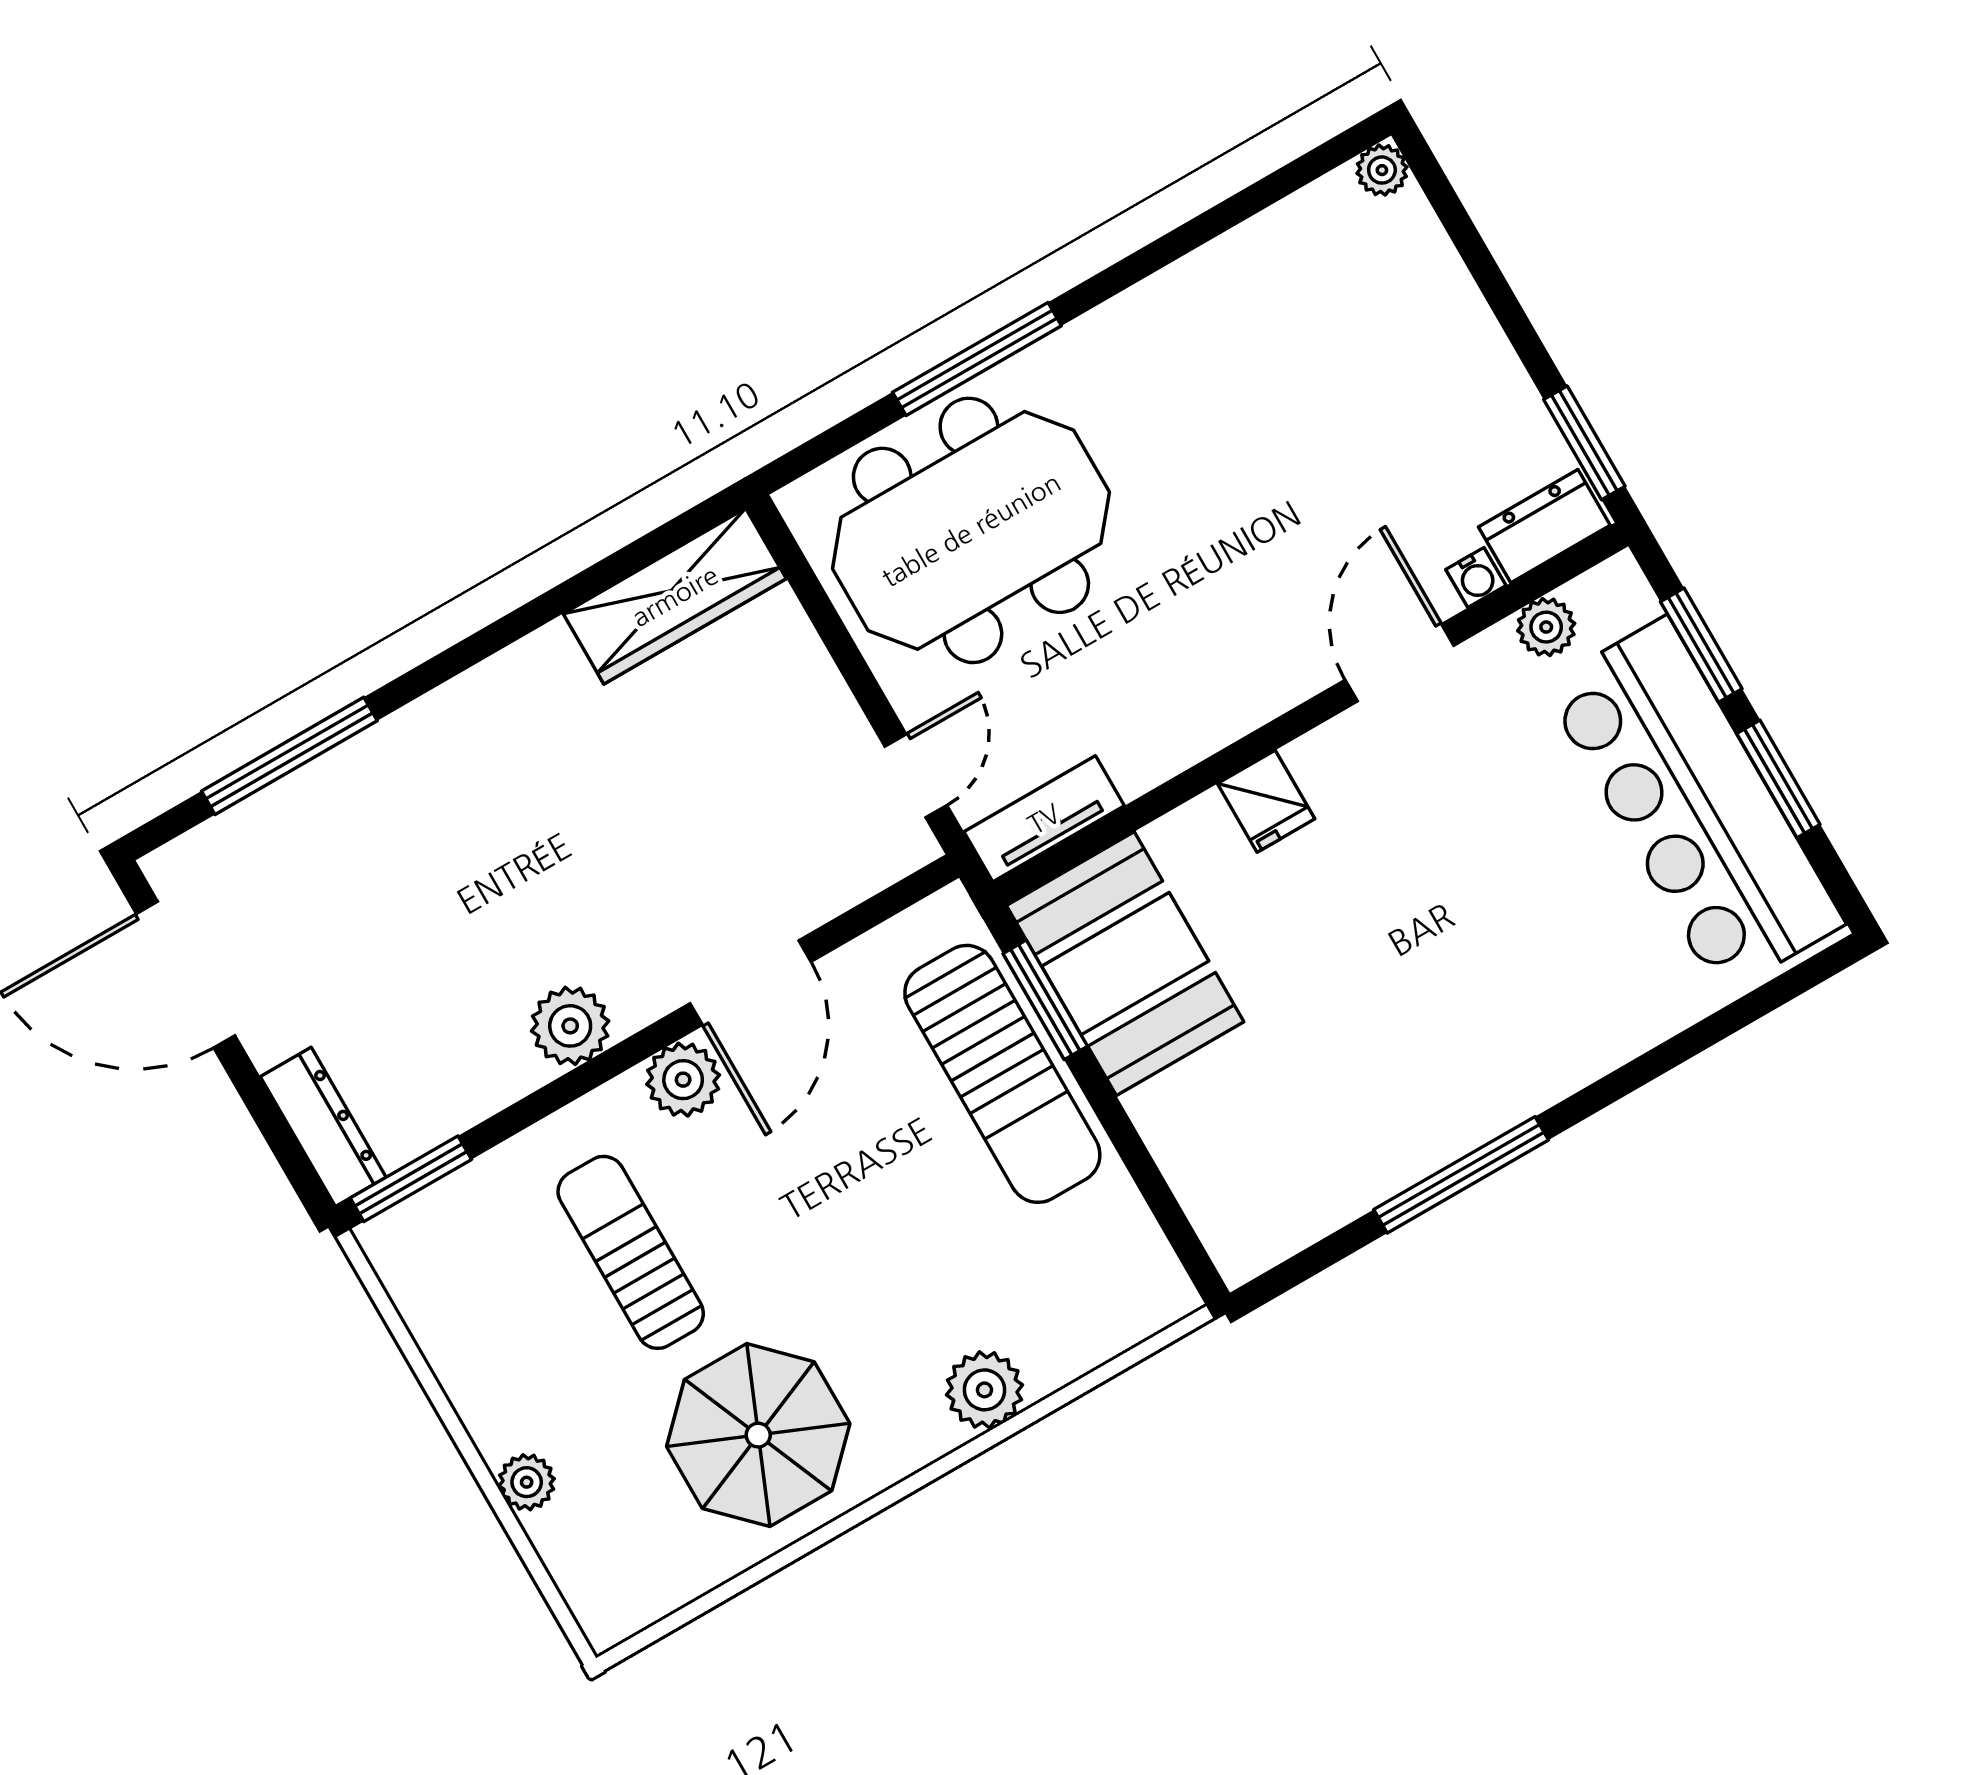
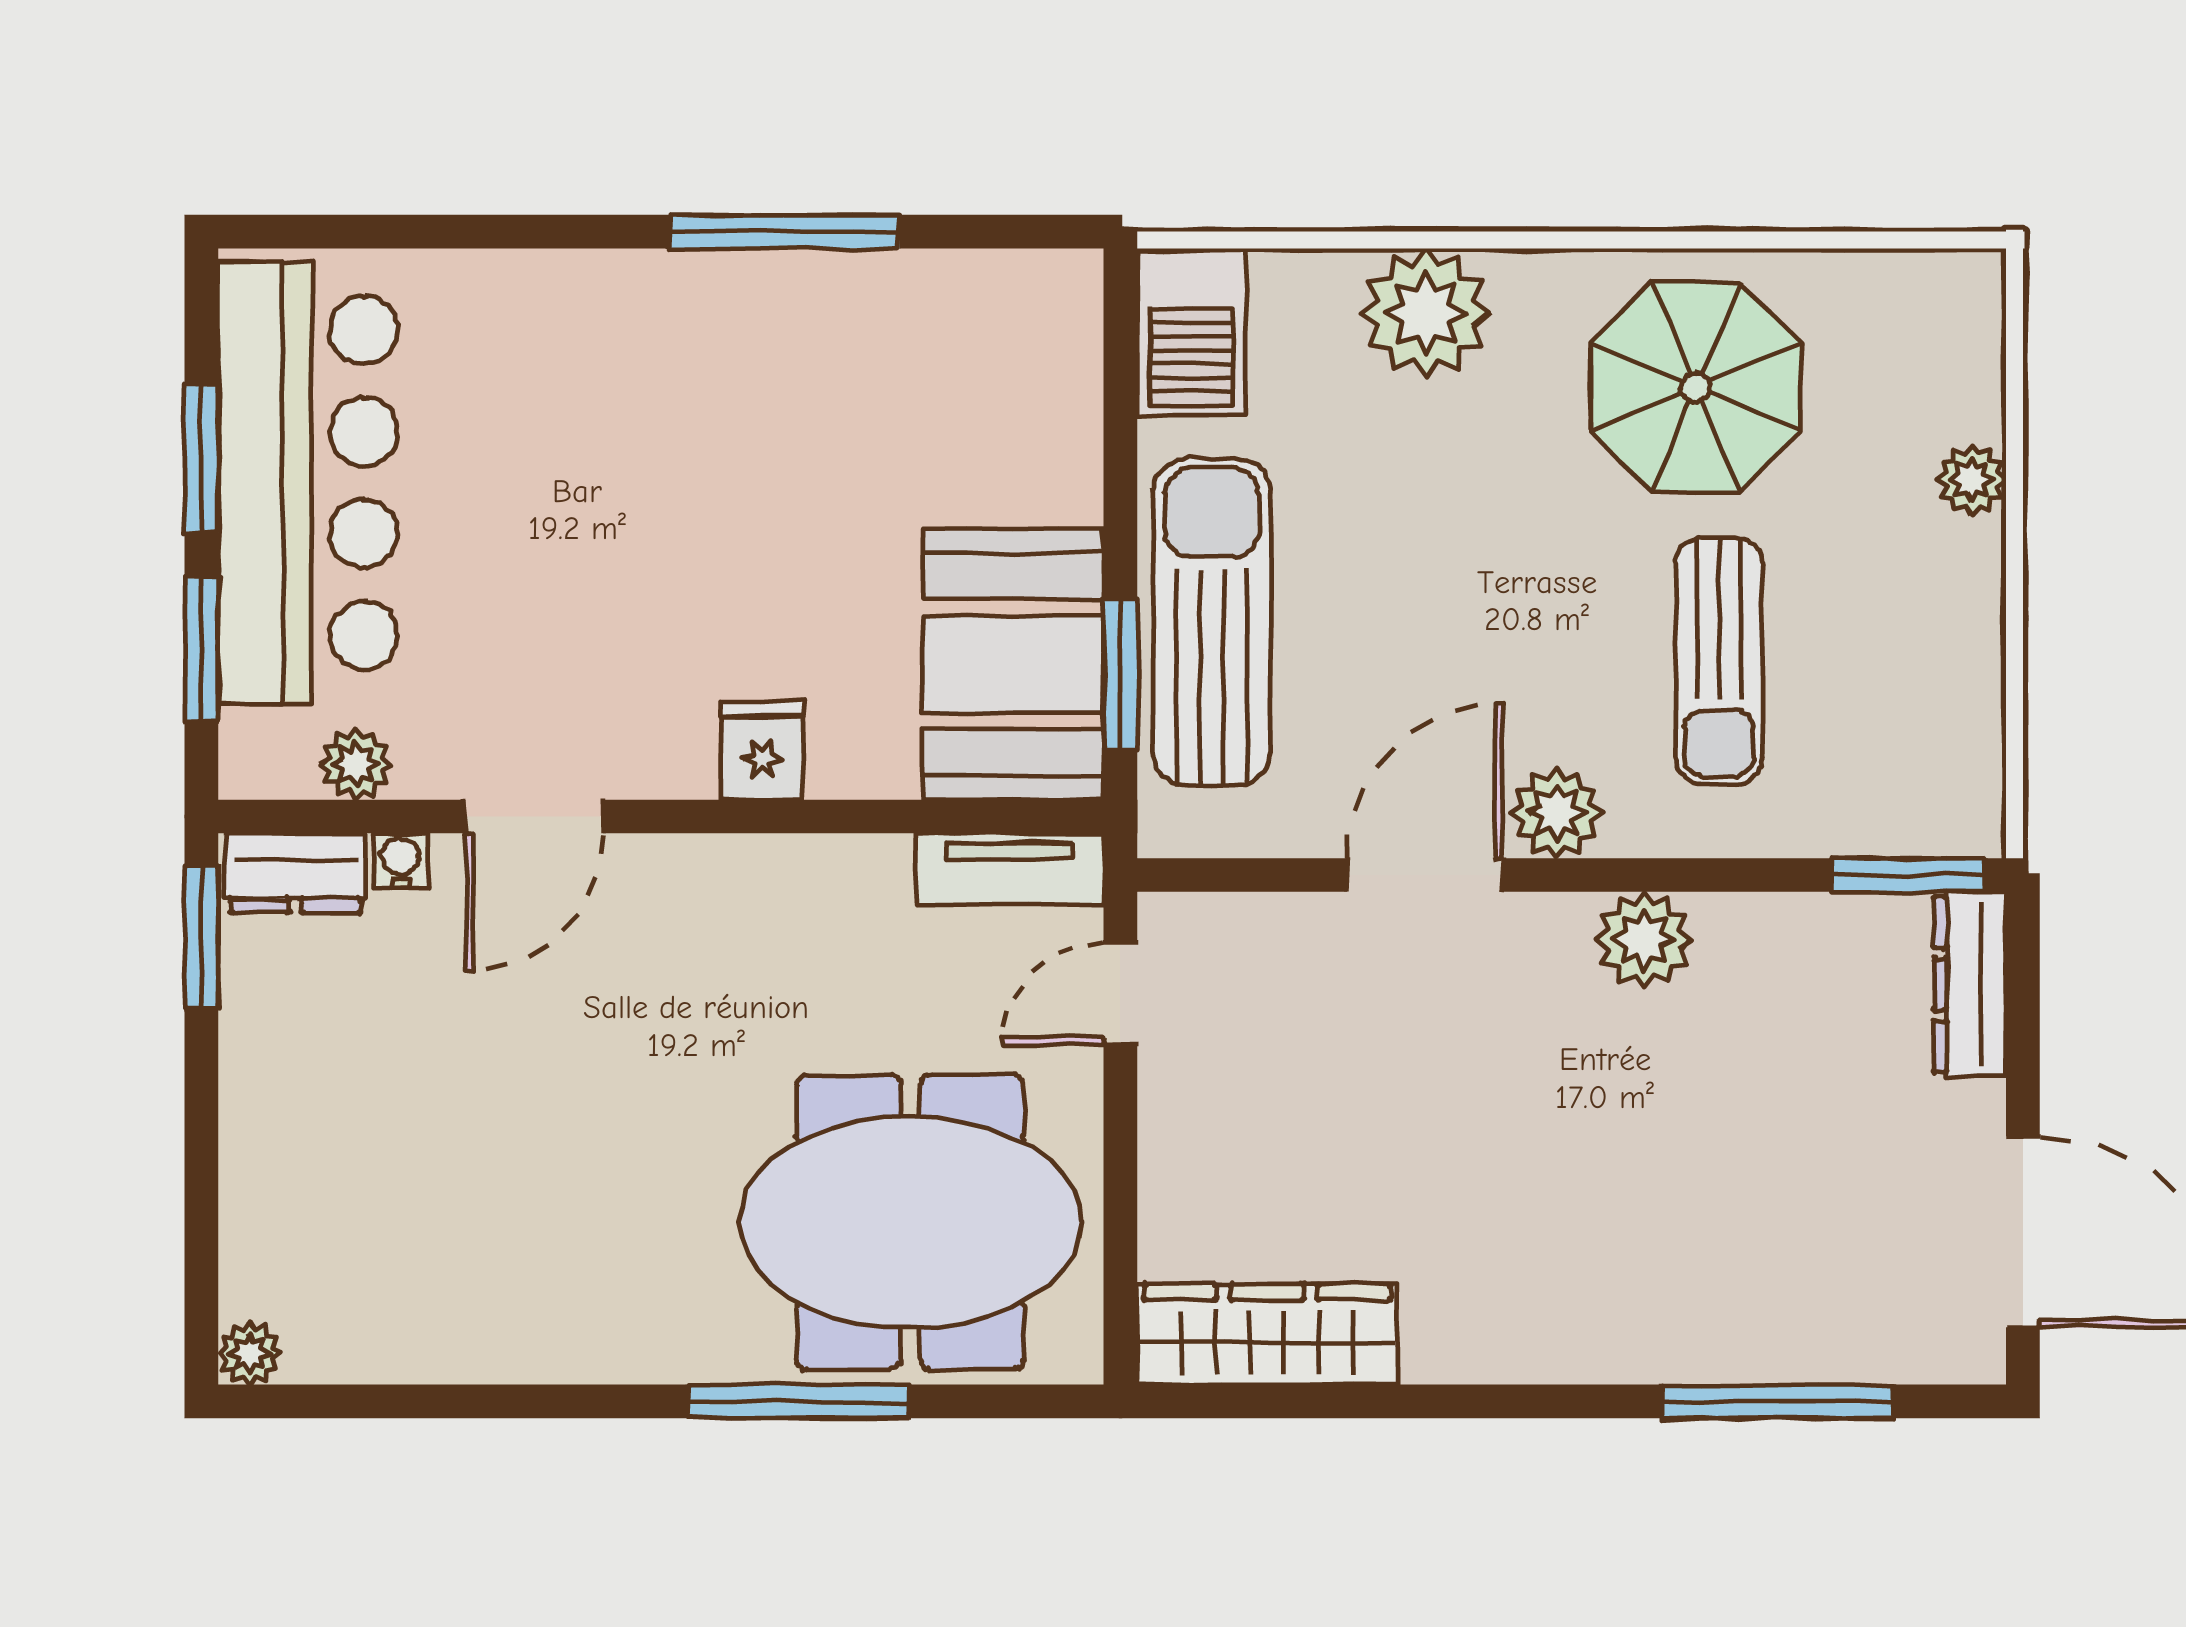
barbecue: (1134, 1270) -> (1192, 332), added
plant: (984, 1390) -> (1426, 313), width x1.36, depth x1.36

